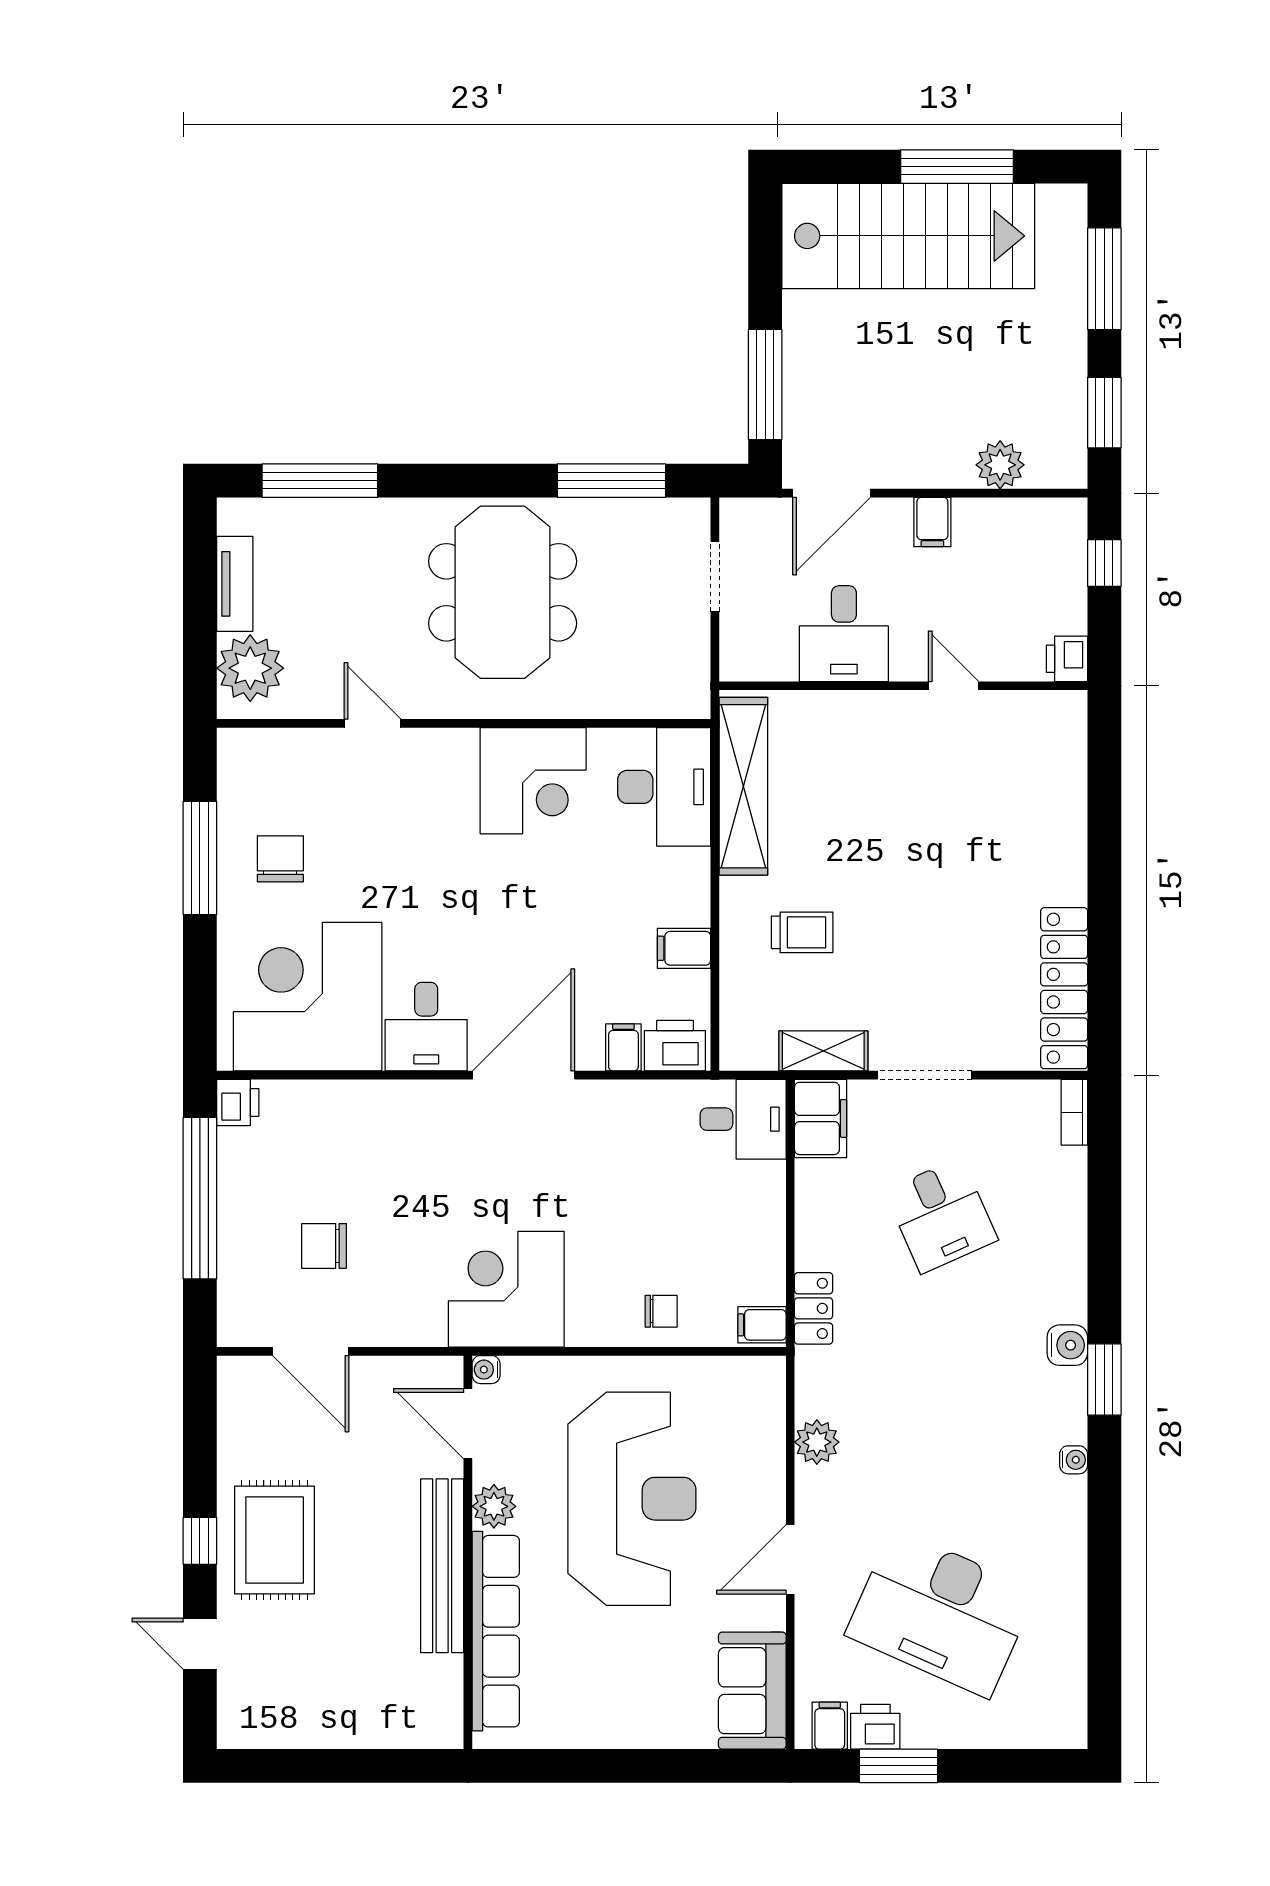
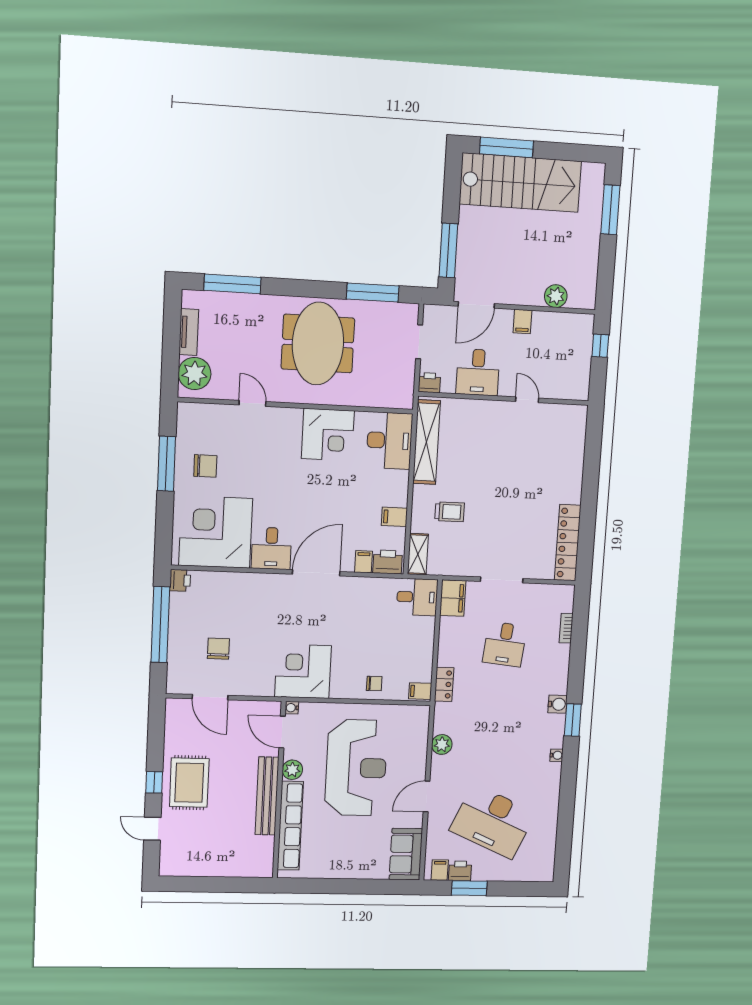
window: (957, 167) -> (506, 147), moved
window: (1104, 413) -> (606, 274), removed
printer: (1067, 659) -> (429, 383), moved, turned 90
chair: (280, 859) -> (205, 466), turned 90
shelving: (823, 1051) -> (418, 554), moved, turned 90
bookcase: (1074, 1112) -> (566, 628), moved
desk: (941, 1215) -> (505, 644), turned 30
chair: (324, 1246) -> (218, 649), turned 90

